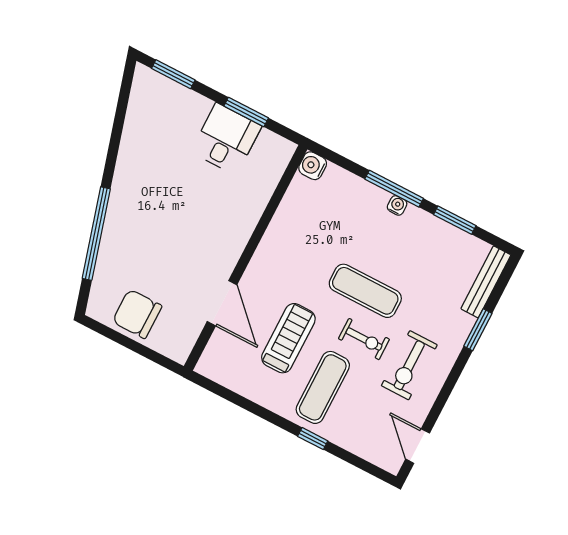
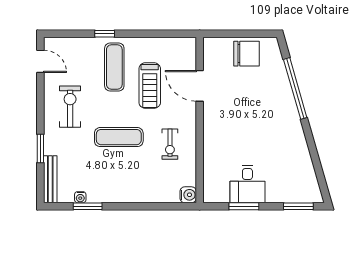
window: (394, 189) -> (133, 206), removed
water cooler: (397, 205) -> (80, 197), moved
exercise bike: (364, 339) -> (170, 144), moved, turned -90

